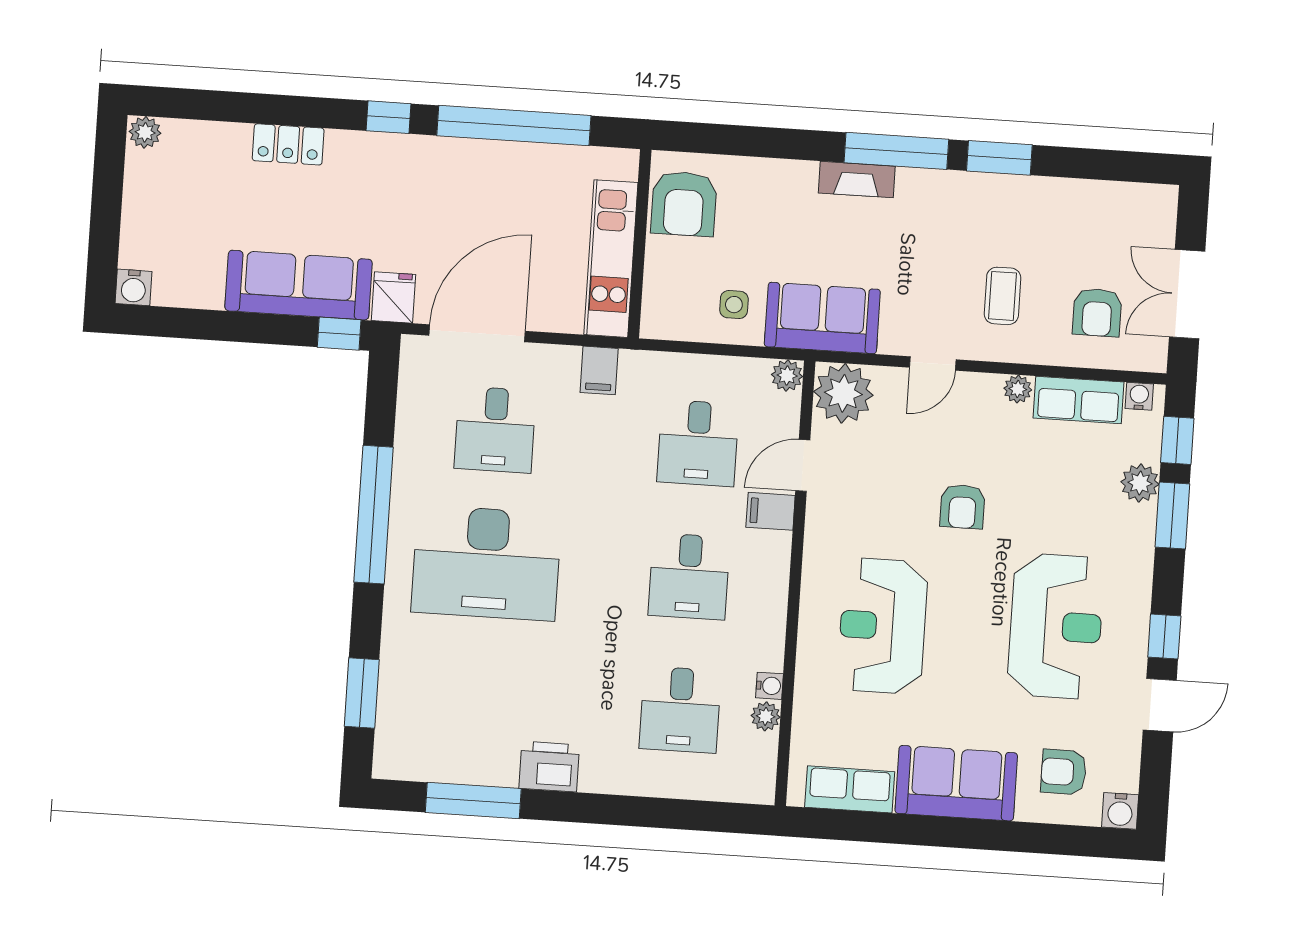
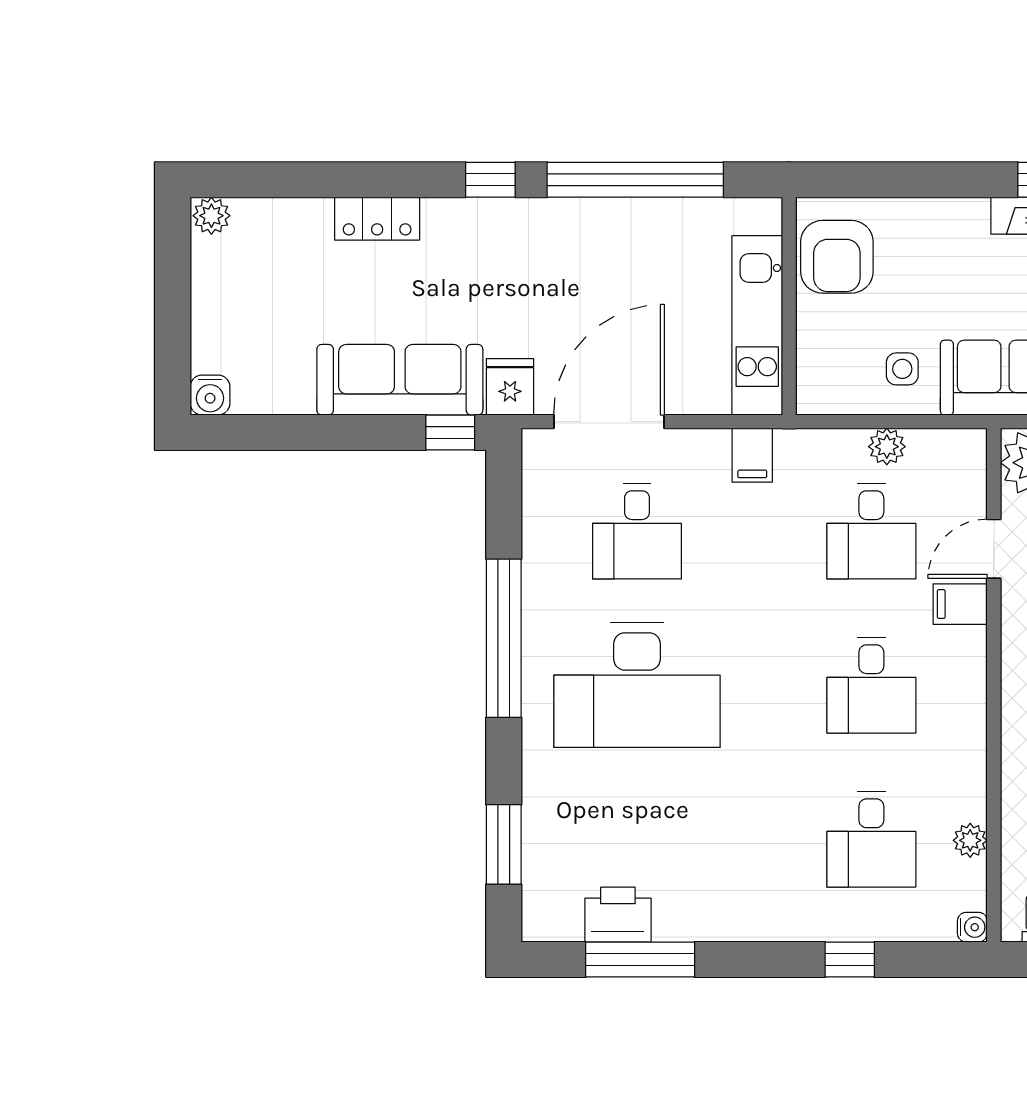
plant: (787, 376) -> (887, 447), moved
water cooler: (770, 686) -> (972, 927), moved
printer: (549, 767) -> (618, 915), moved
window: (655, 813) -> (850, 960), added

